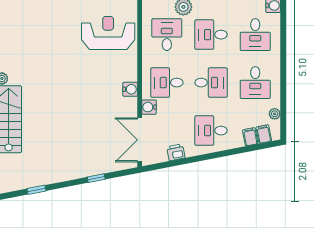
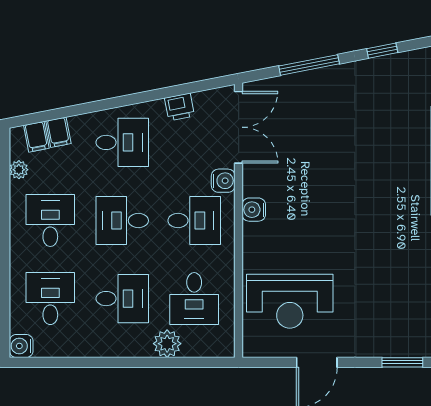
window: (96, 178) -> (309, 65), width x2.17
window: (36, 190) -> (382, 51), moved

